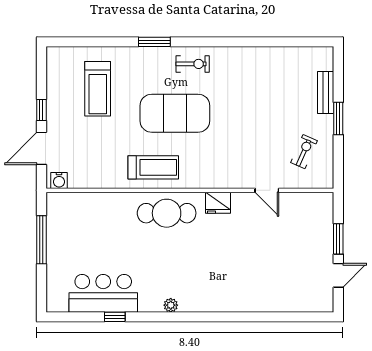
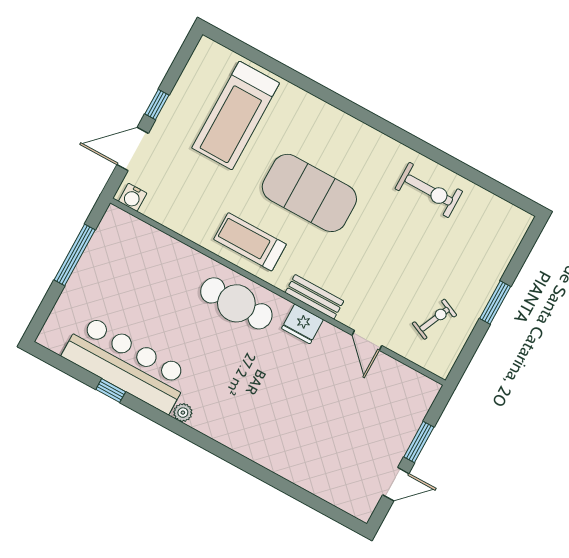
window: (154, 42) -> (331, 97), removed
exercise bike: (193, 64) -> (429, 190), moved, width x1.38, depth x1.39
treadmill: (98, 89) -> (236, 116), width x1.37, depth x1.38
bench: (326, 92) -> (314, 297), moved, turned 90
treadmill: (153, 167) -> (250, 242), turned 180
bar counter: (103, 293) -> (127, 364), width x1.36

